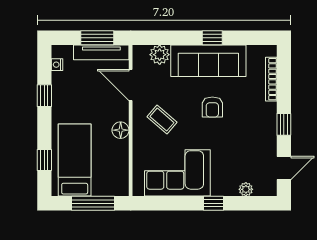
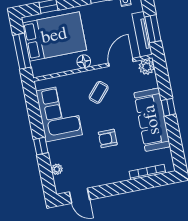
window: (212, 38) -> (168, 107), moved
plant: (160, 55) -> (147, 67), moved
armchair: (212, 107) -> (108, 138), moved
window: (284, 124) -> (114, 189), removed
bed: (75, 160) -> (54, 36), width x1.50

